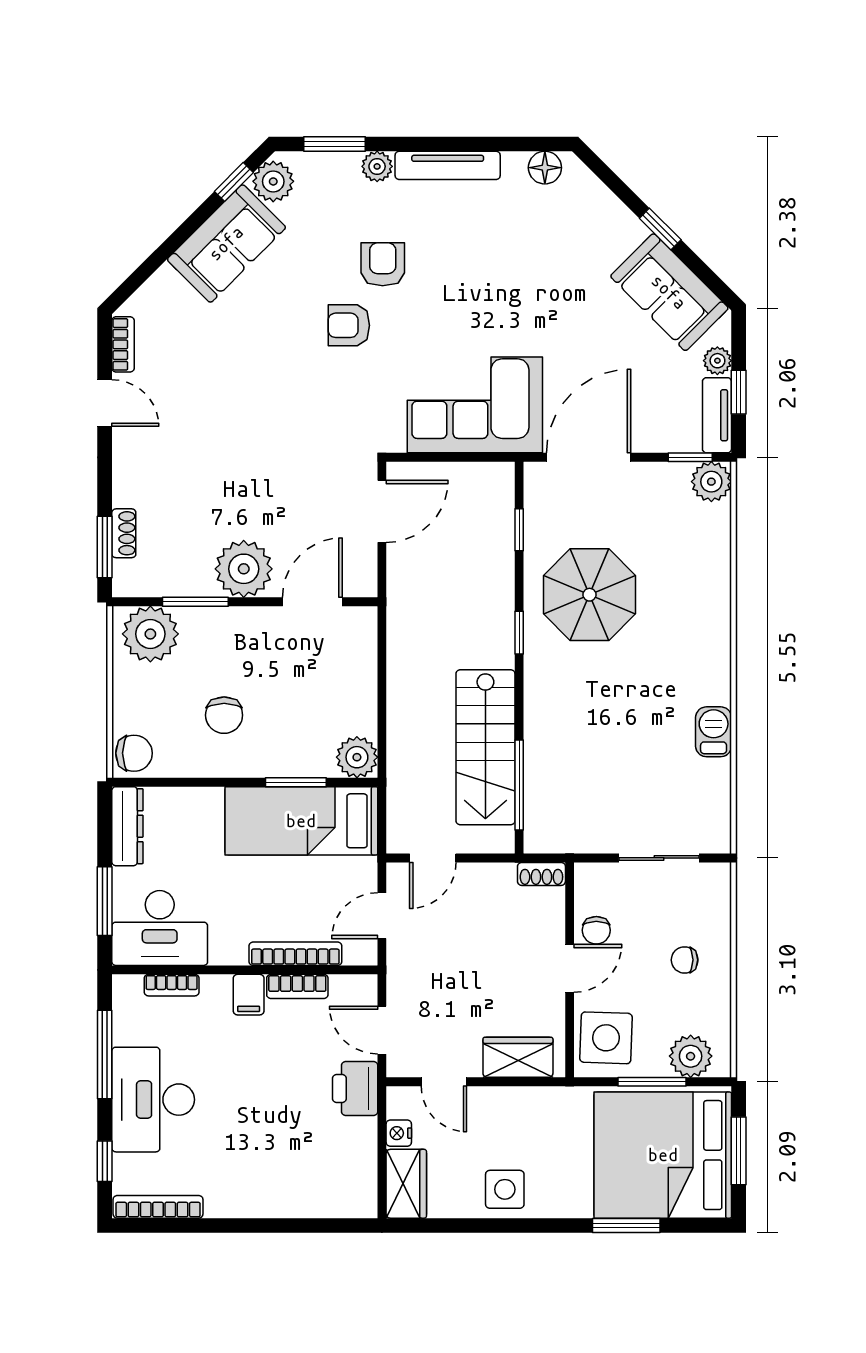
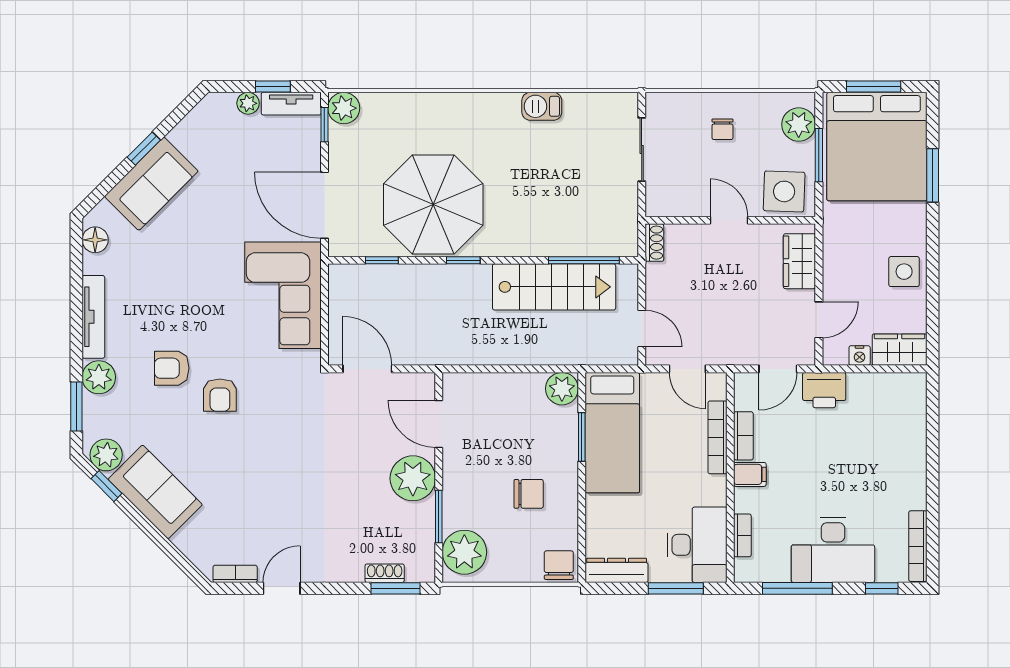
plant: (377, 166) -> (99, 377), width x1.38, depth x1.38
sofa: (669, 292) -> (151, 184), moved
parasol: (590, 595) -> (433, 205), width x1.36, depth x1.36
chair: (596, 930) -> (699, 199), removed

